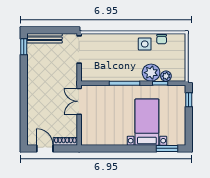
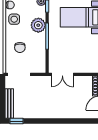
chair: (111, 51) -> (20, 48), added
plant: (151, 73) -> (38, 25), moved

